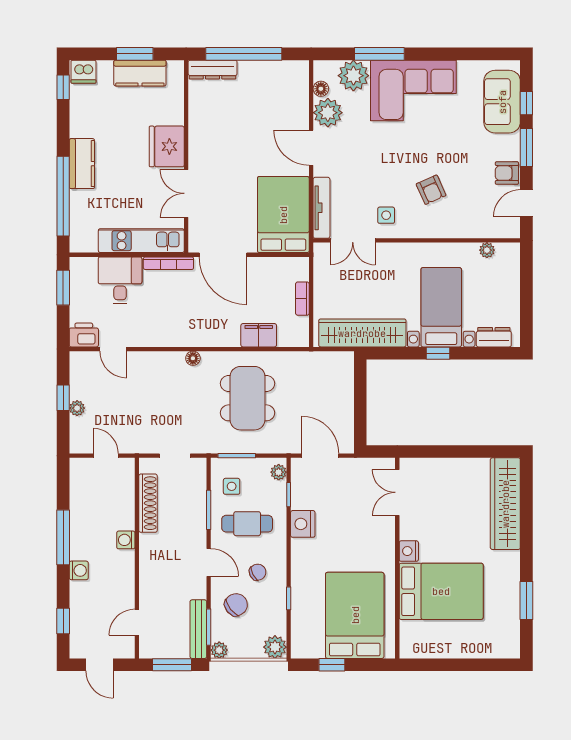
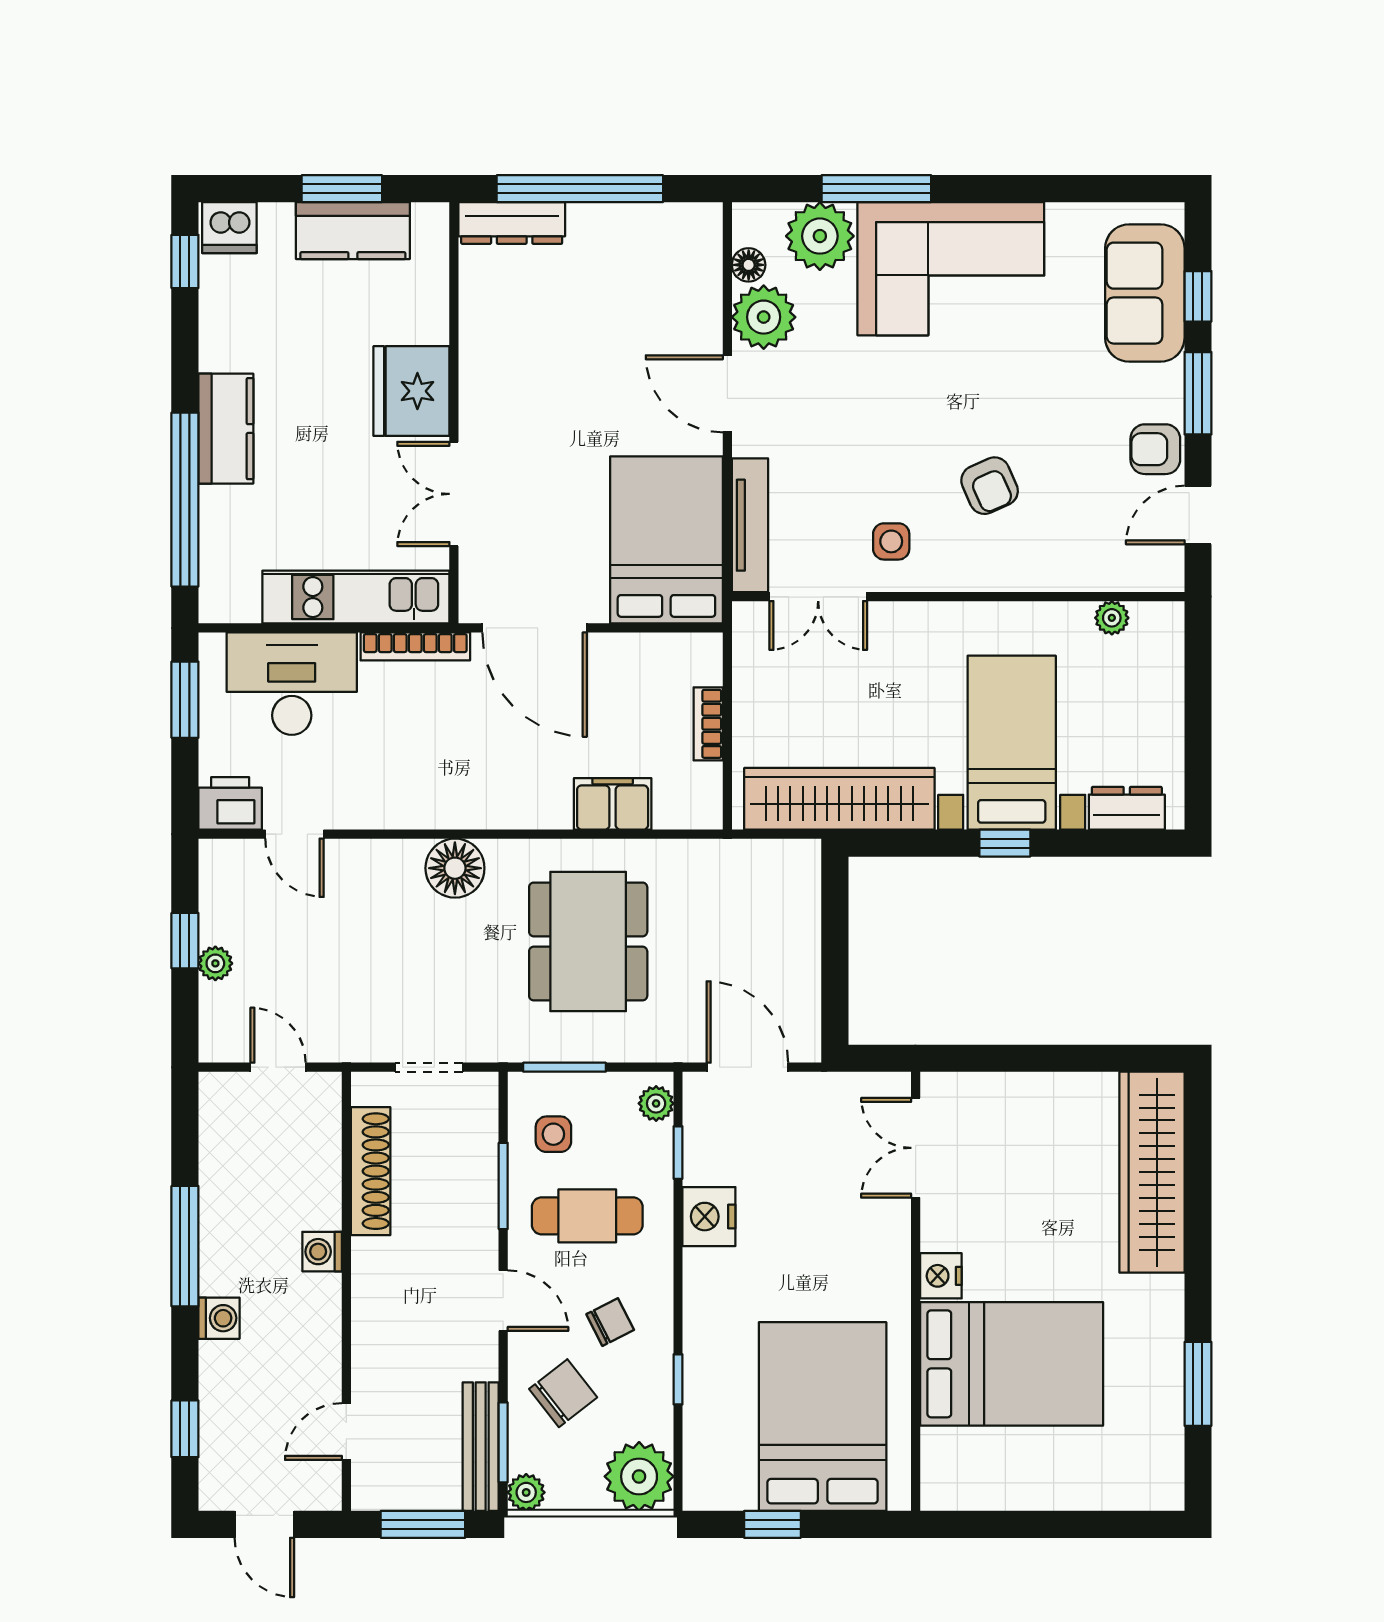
desk: (120, 280) -> (292, 684), width x1.37
floor lamp: (193, 358) -> (455, 868), width x1.89, depth x1.89
plant: (275, 647) -> (639, 1476), width x1.36, depth x1.36

